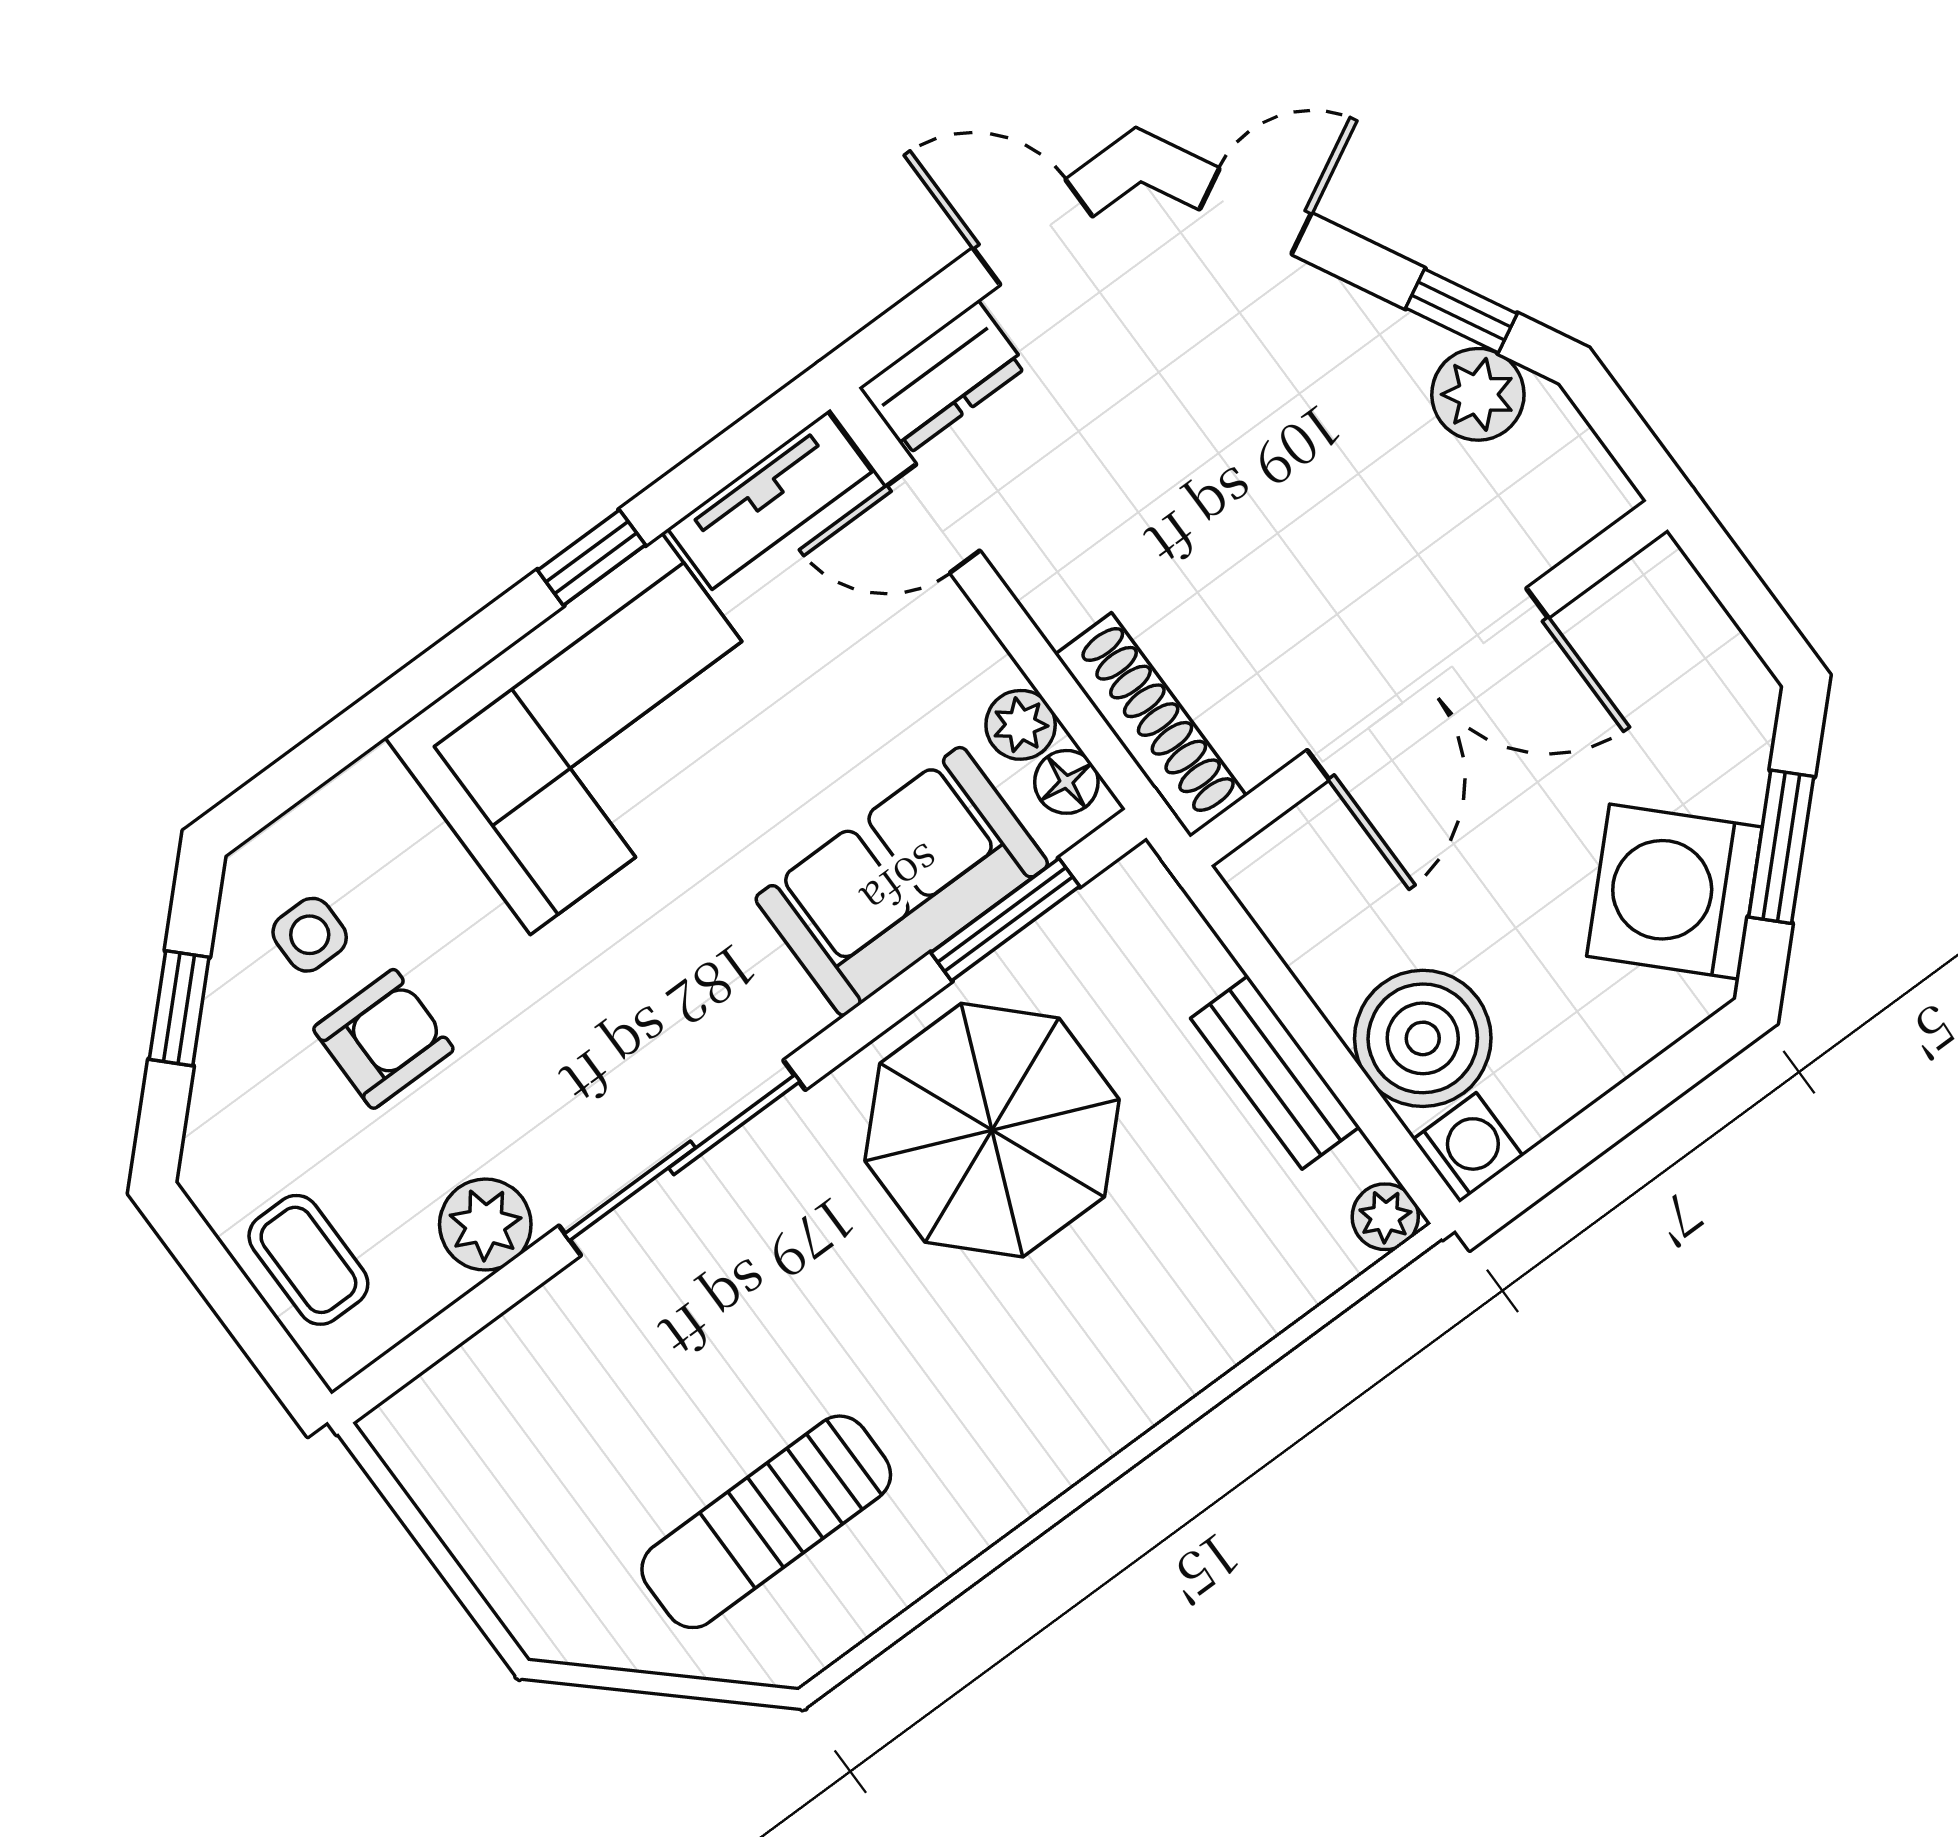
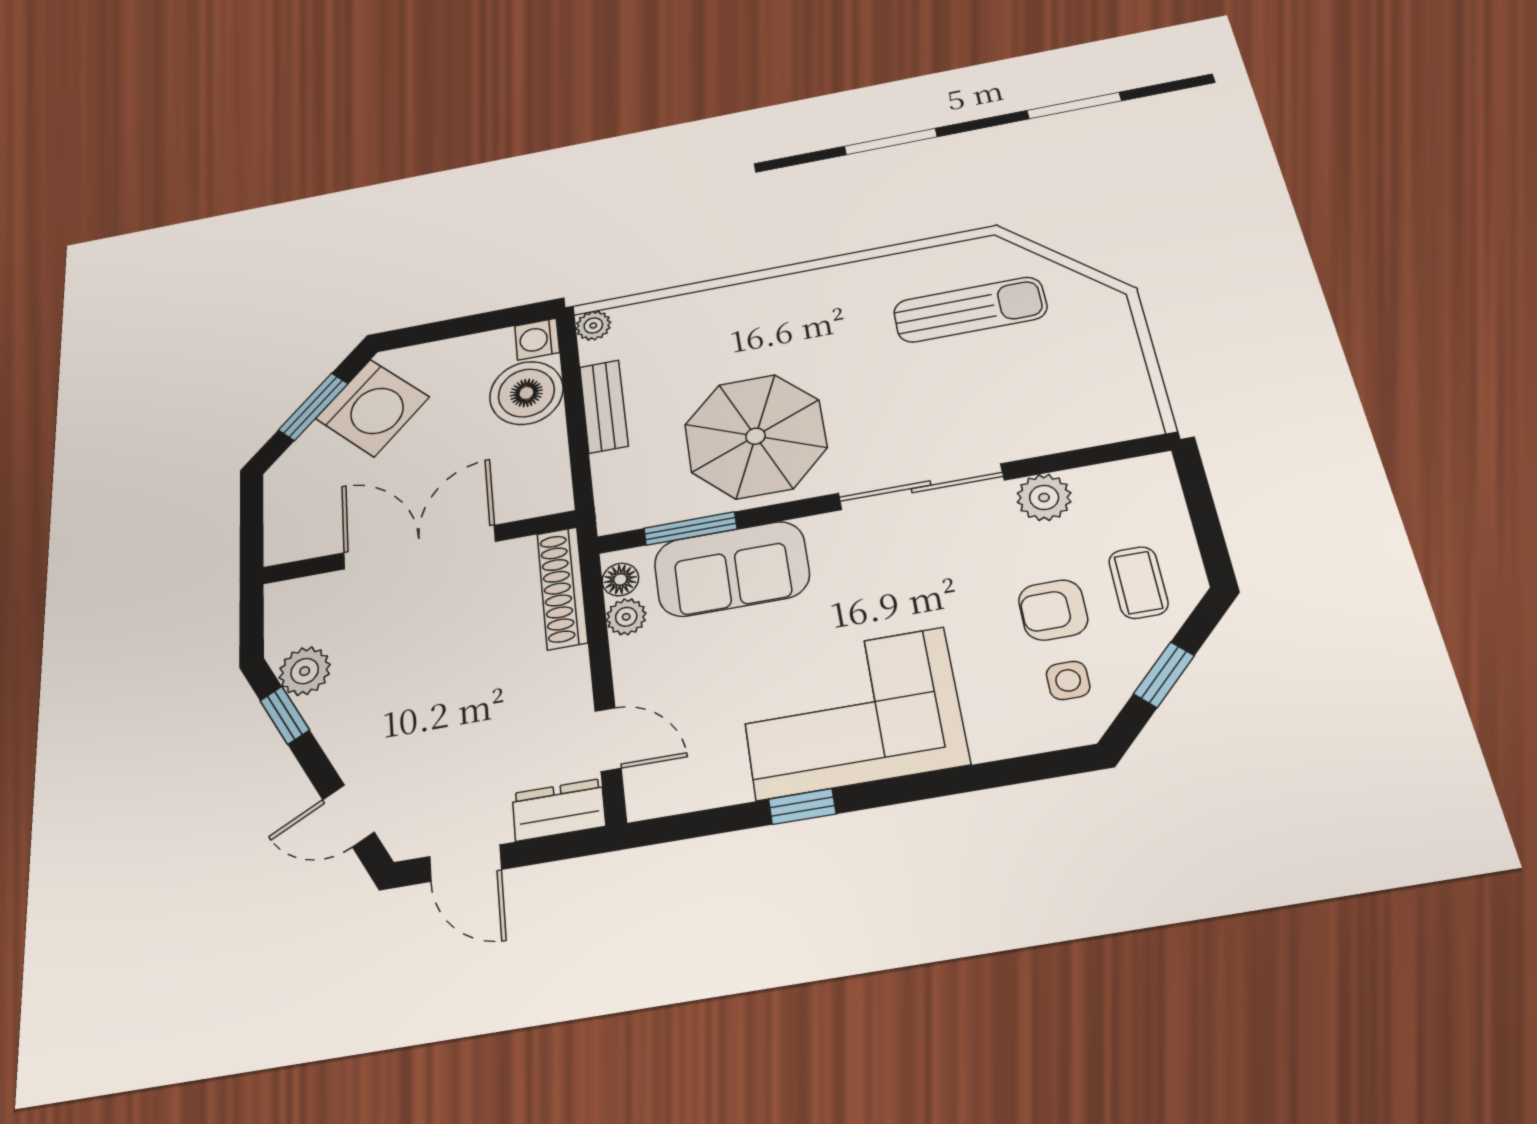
tv unit: (770, 500) -> (688, 790), removed
coffee table: (308, 1260) -> (1138, 583), moved

